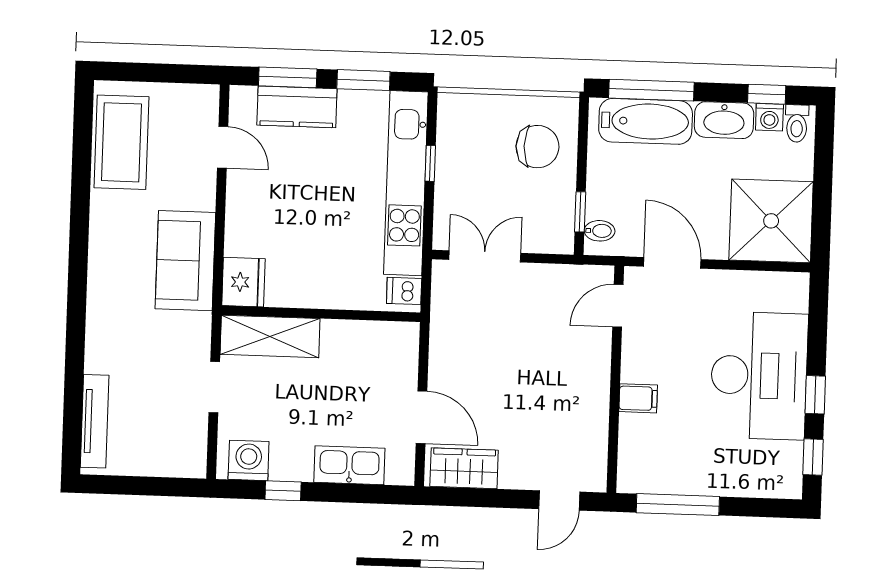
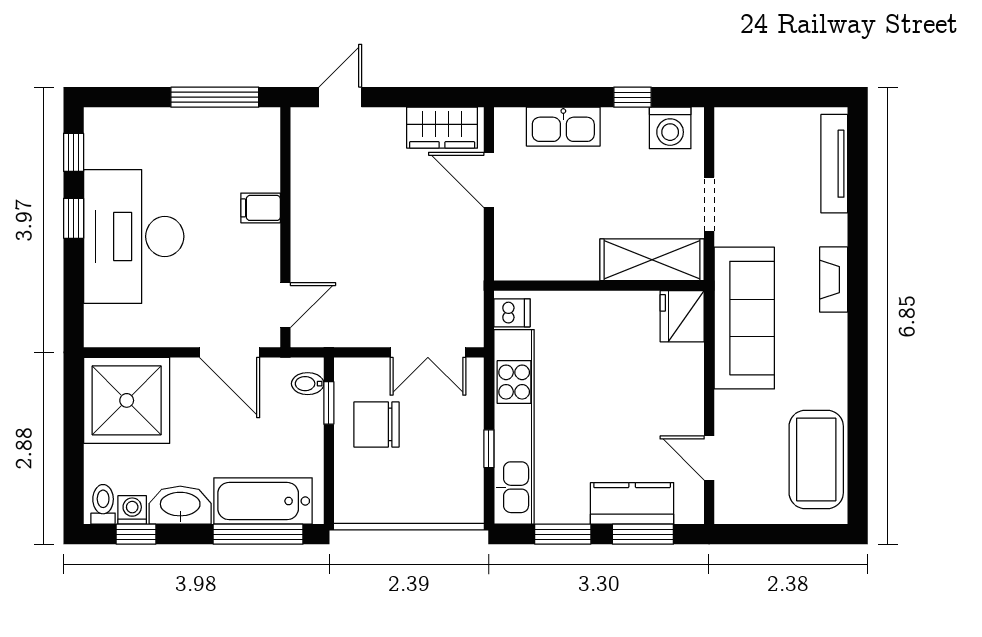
chair: (537, 147) -> (377, 424), moved
sofa: (185, 261) -> (744, 318), width x1.36
fireplace: (99, 312) -> (834, 280), added

